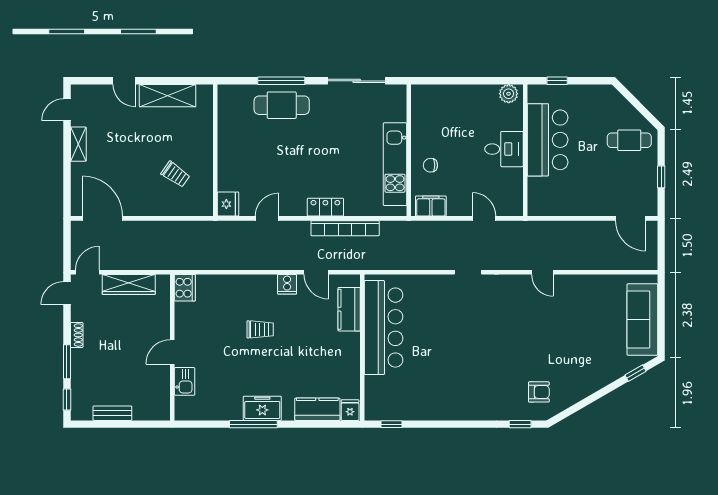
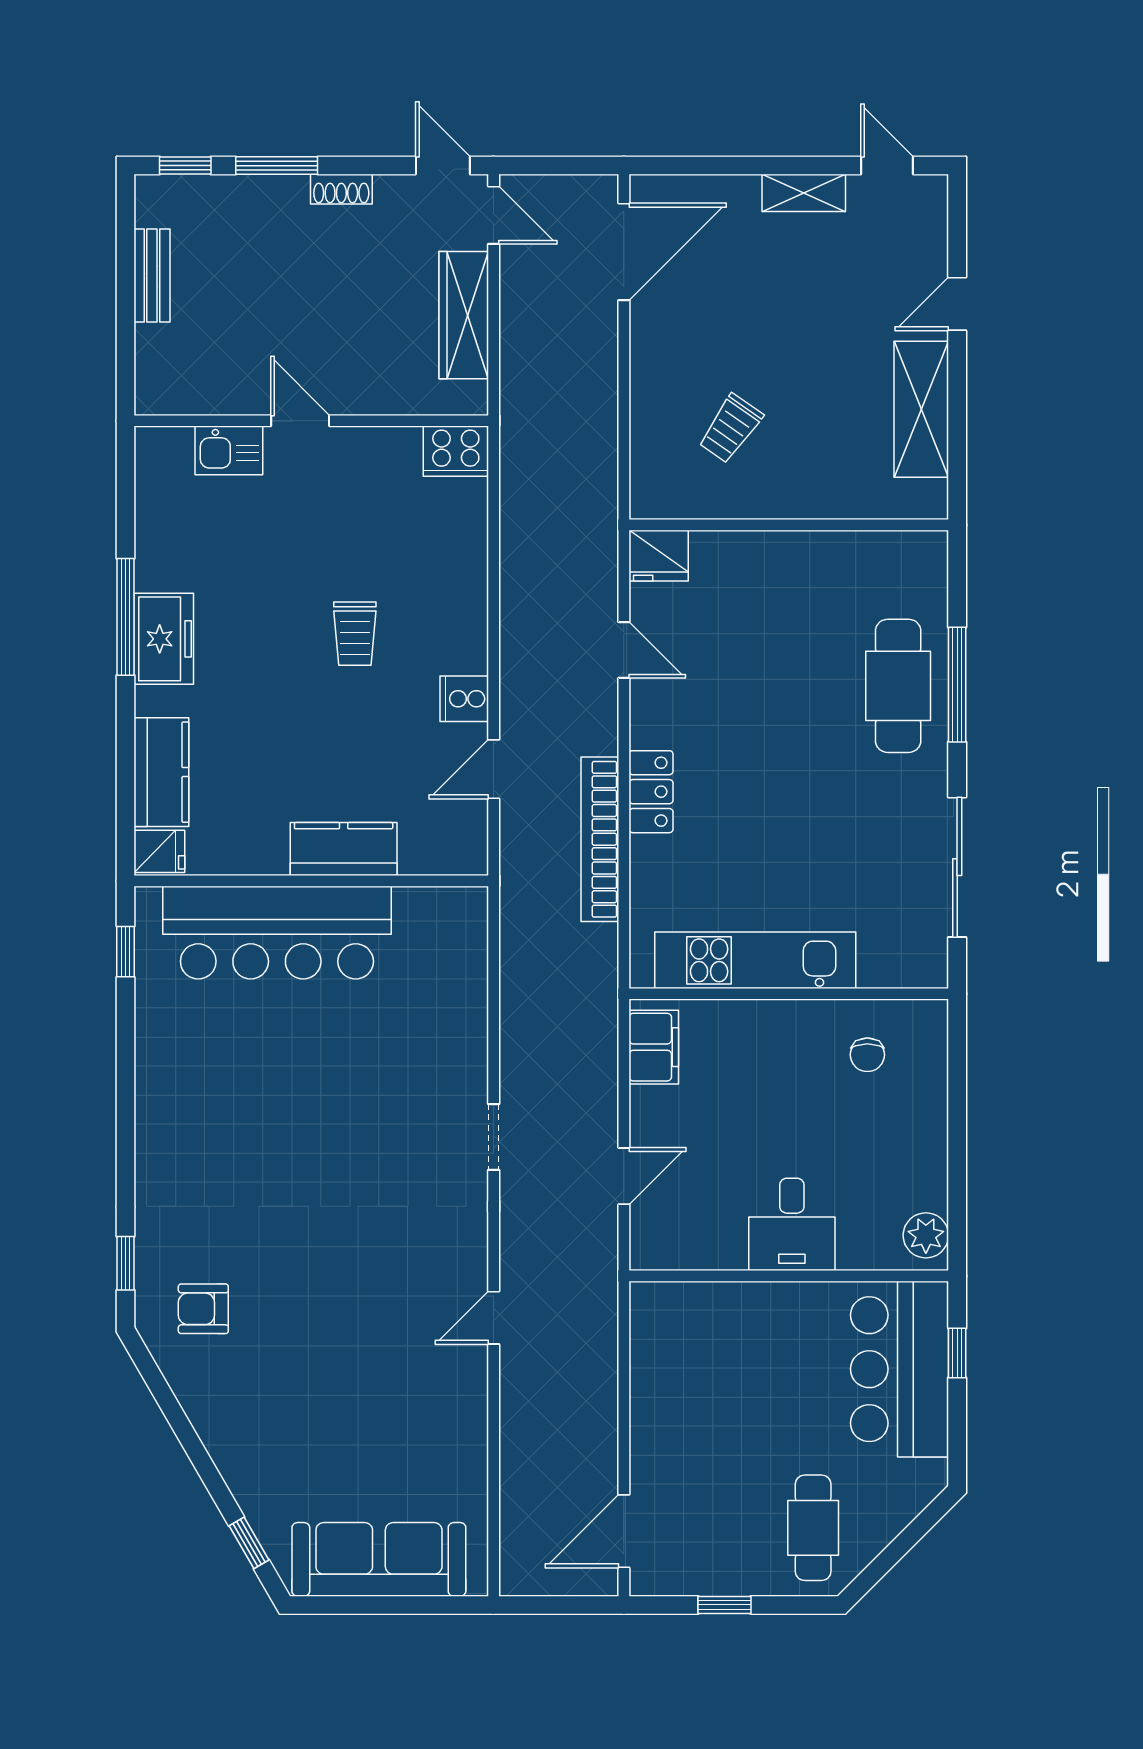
bar counter: (548, 140) -> (900, 1369), moved, turned 90
chair: (430, 165) -> (867, 1055), moved, turned 180
kitchen counter: (349, 309) -> (344, 849), moved
bar counter: (384, 328) -> (277, 933), moved
armchair: (539, 392) -> (203, 1309), turned 90

